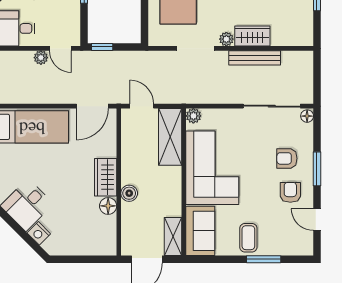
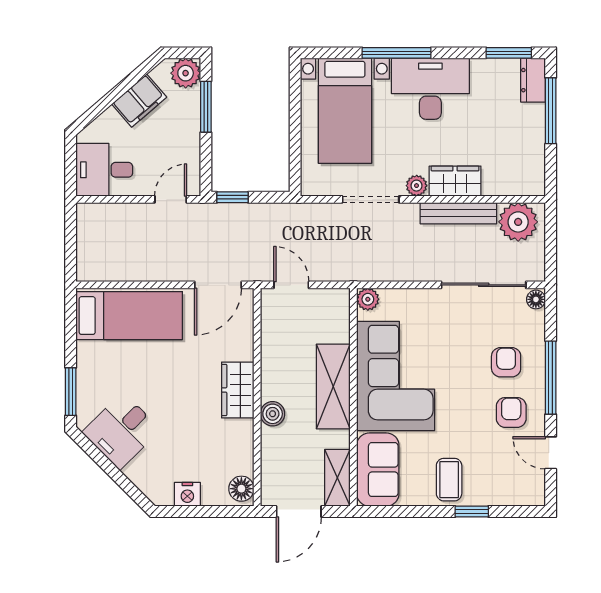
door: (60, 48) -> (171, 199), swing flipped
plant: (41, 58) -> (518, 222), moved, width x1.88, depth x1.88
shelving: (170, 137) -> (333, 387), moved
armchair: (287, 158) -> (506, 362), turned 90
window: (317, 169) -> (551, 378), width x1.44
floor lamp: (108, 206) -> (241, 489), moved
nightstand: (39, 233) -> (187, 494), moved, turned -45
window: (264, 259) -> (472, 512), width x0.67

